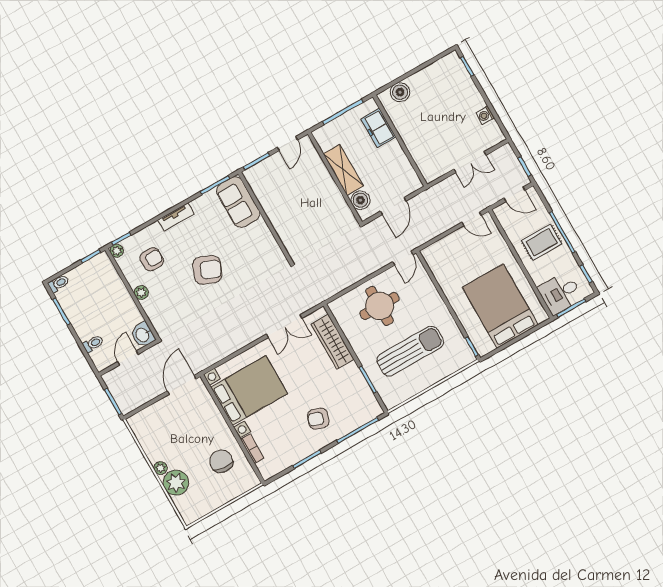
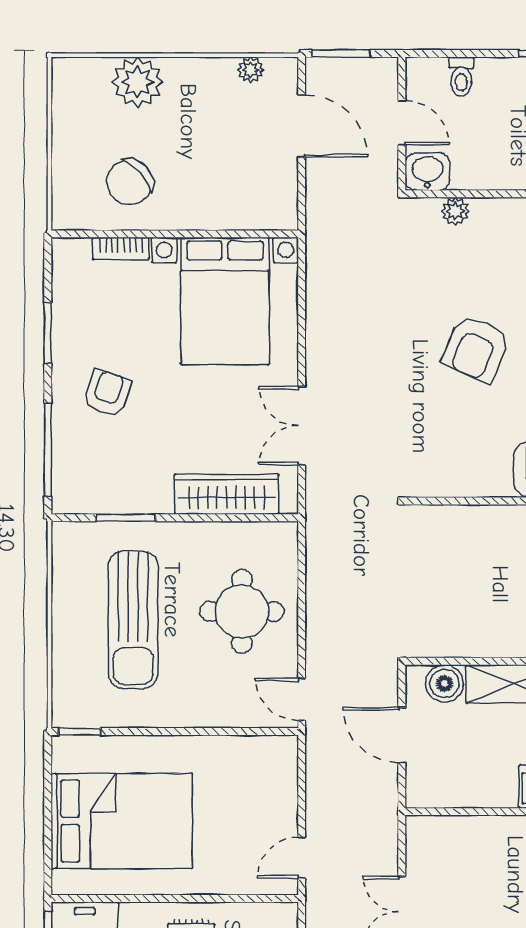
plant: (141, 293) -> (455, 211), moved
door: (182, 385) -> (302, 126), moved
chair: (221, 461) -> (130, 182), turned 132
plant: (160, 468) -> (251, 70), moved

